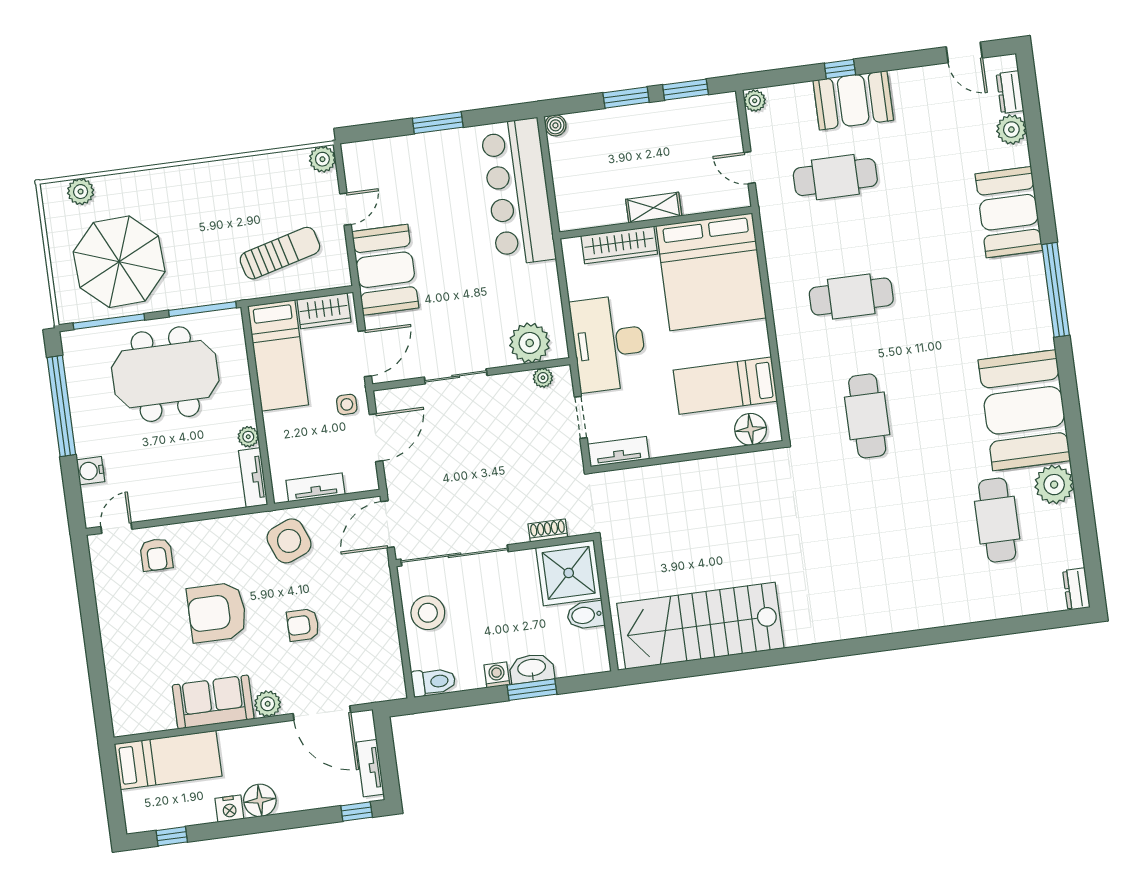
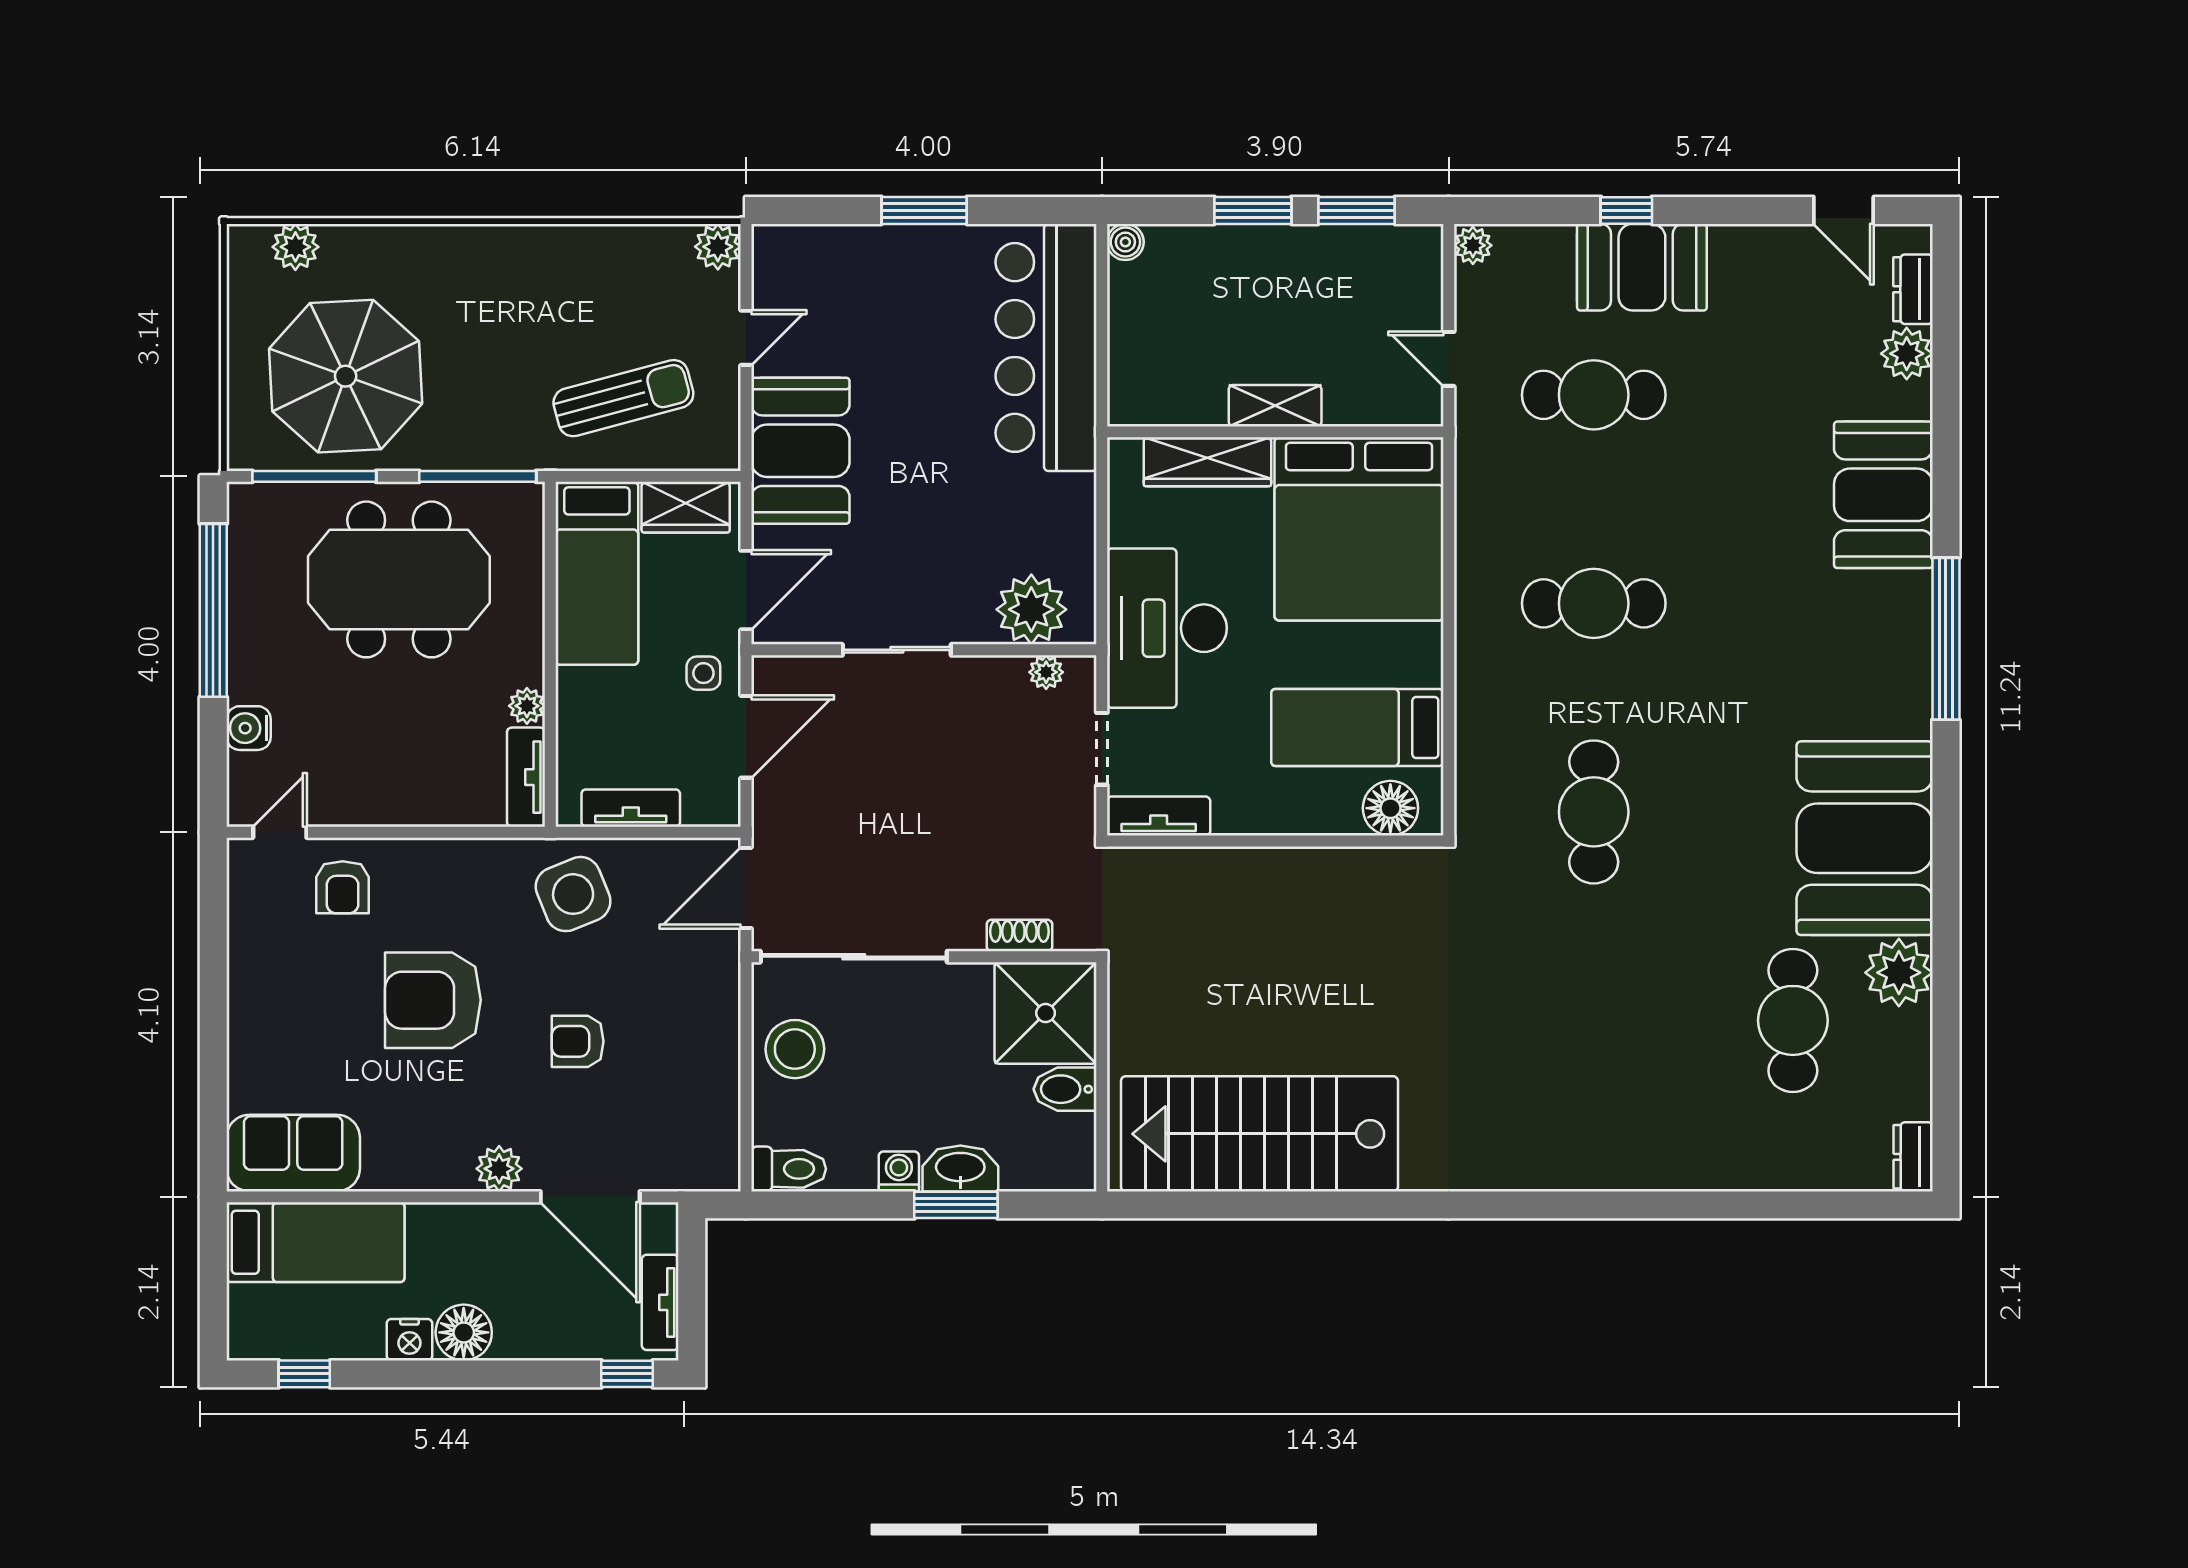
sofa: (213, 702) -> (293, 1153), moved

